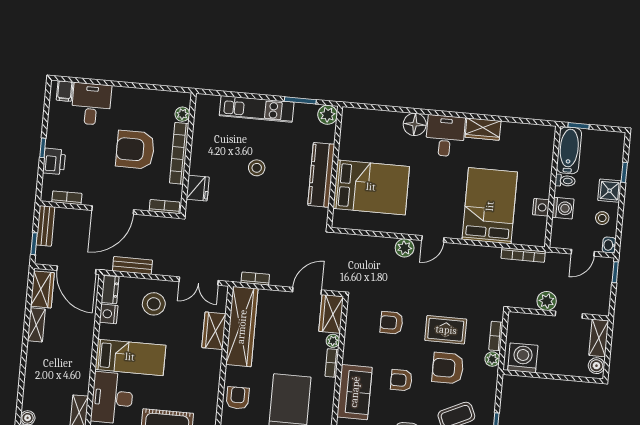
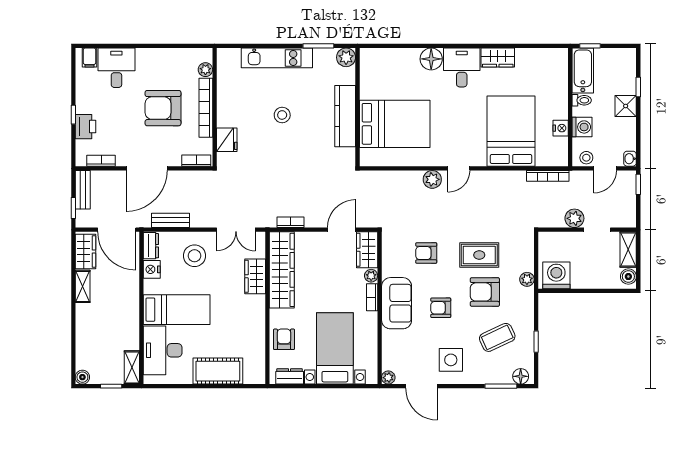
stool: (602, 218) -> (586, 158), moved
bookcase: (496, 336) -> (528, 257), removed
sofa: (355, 392) -> (397, 303), moved

